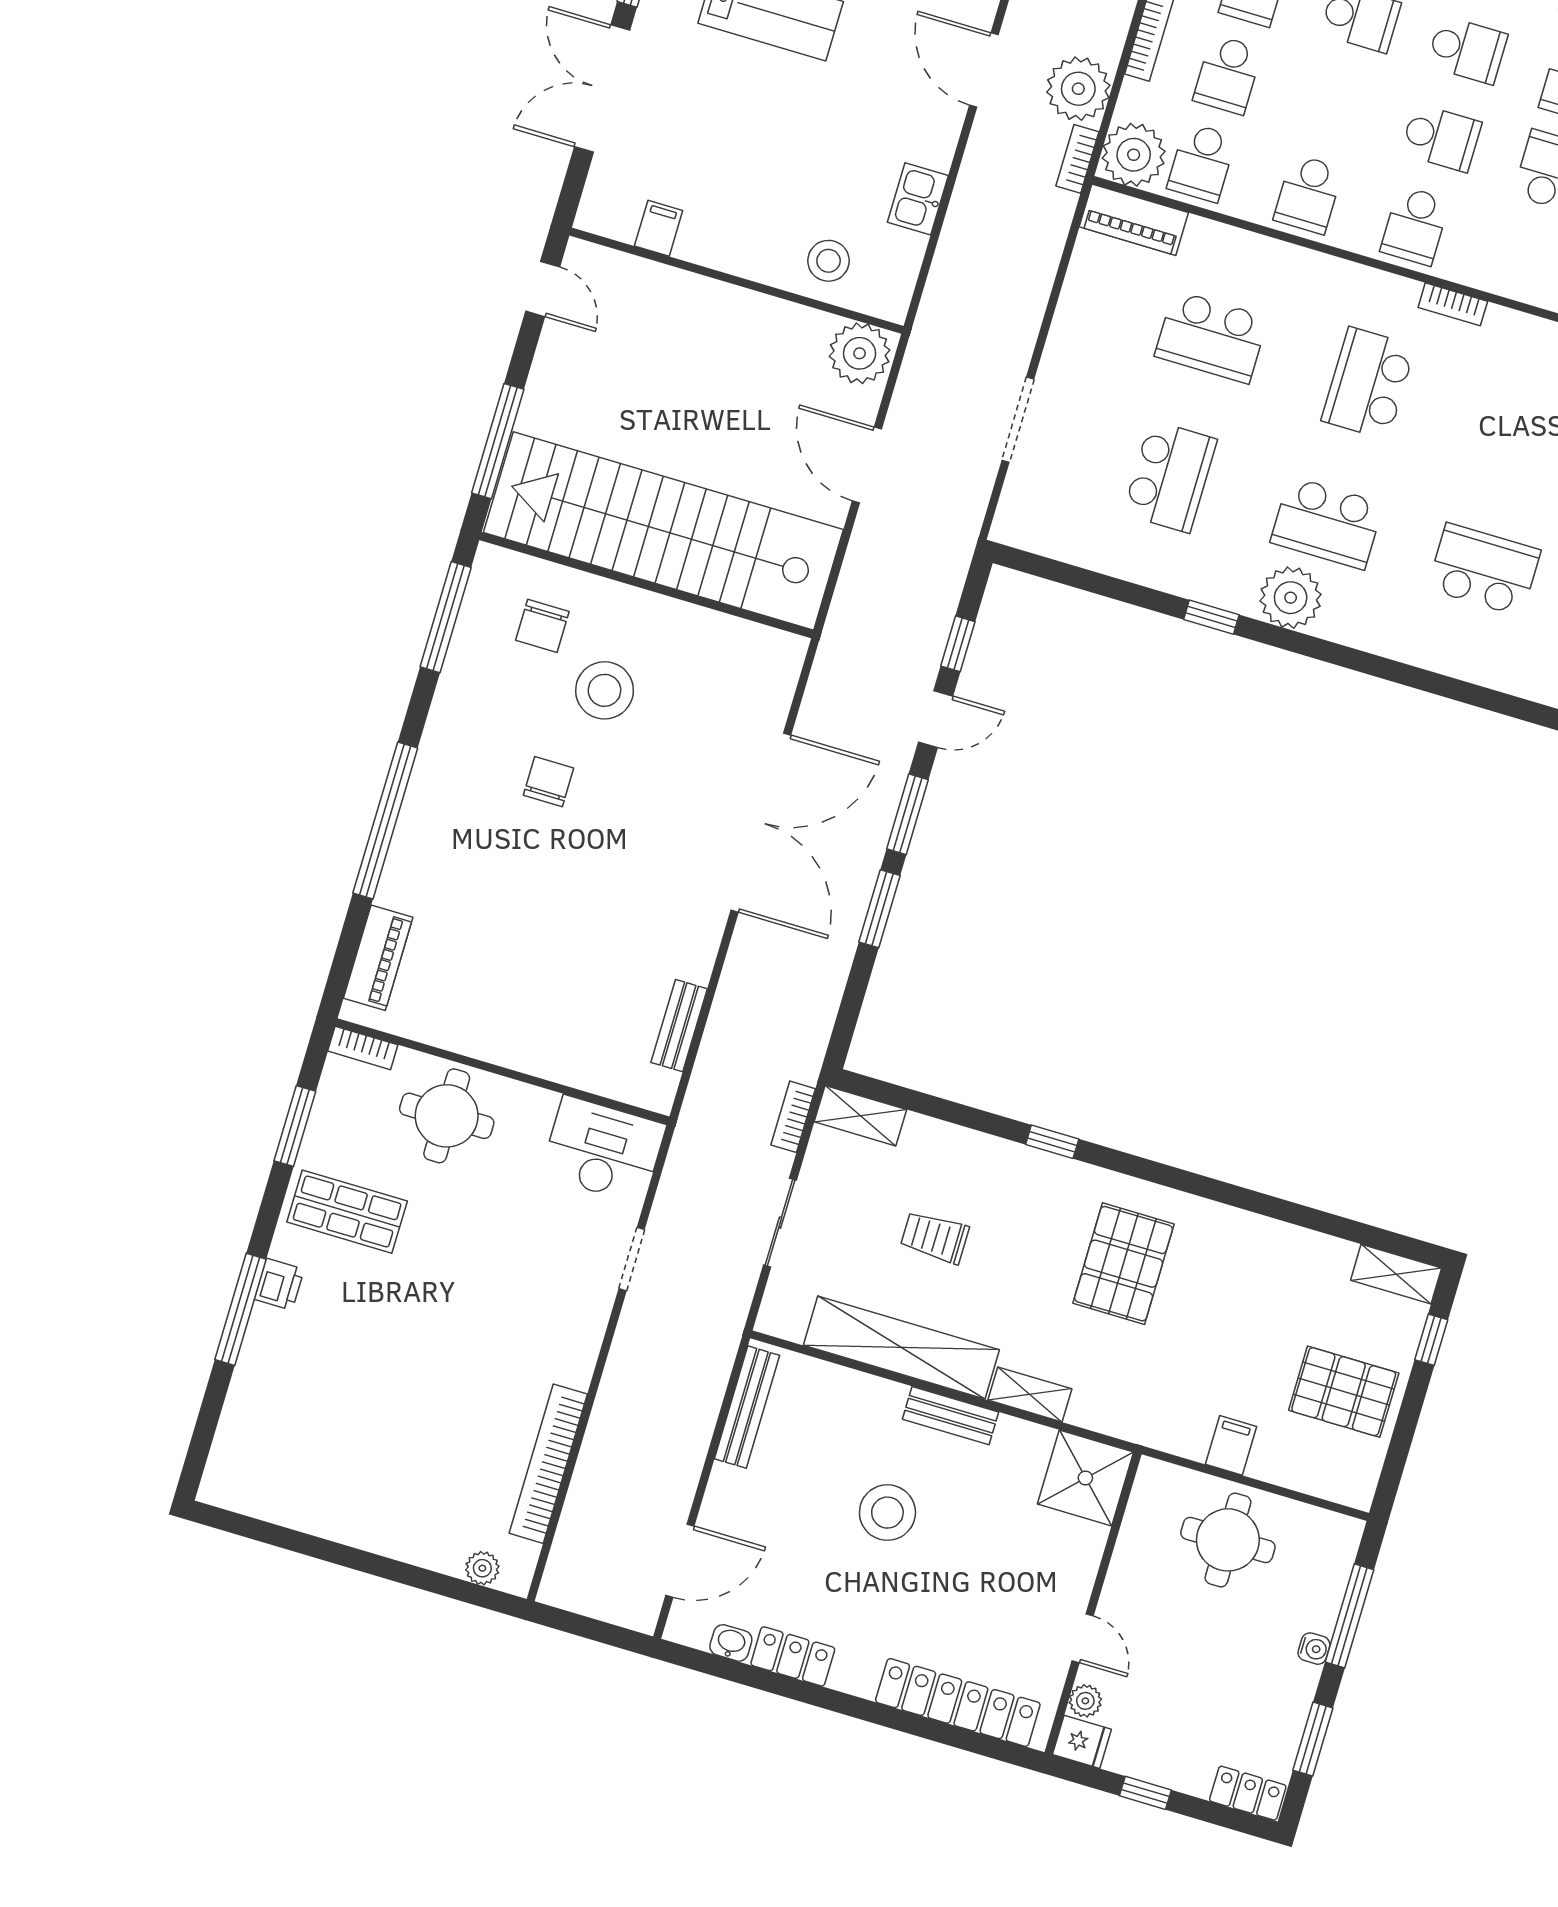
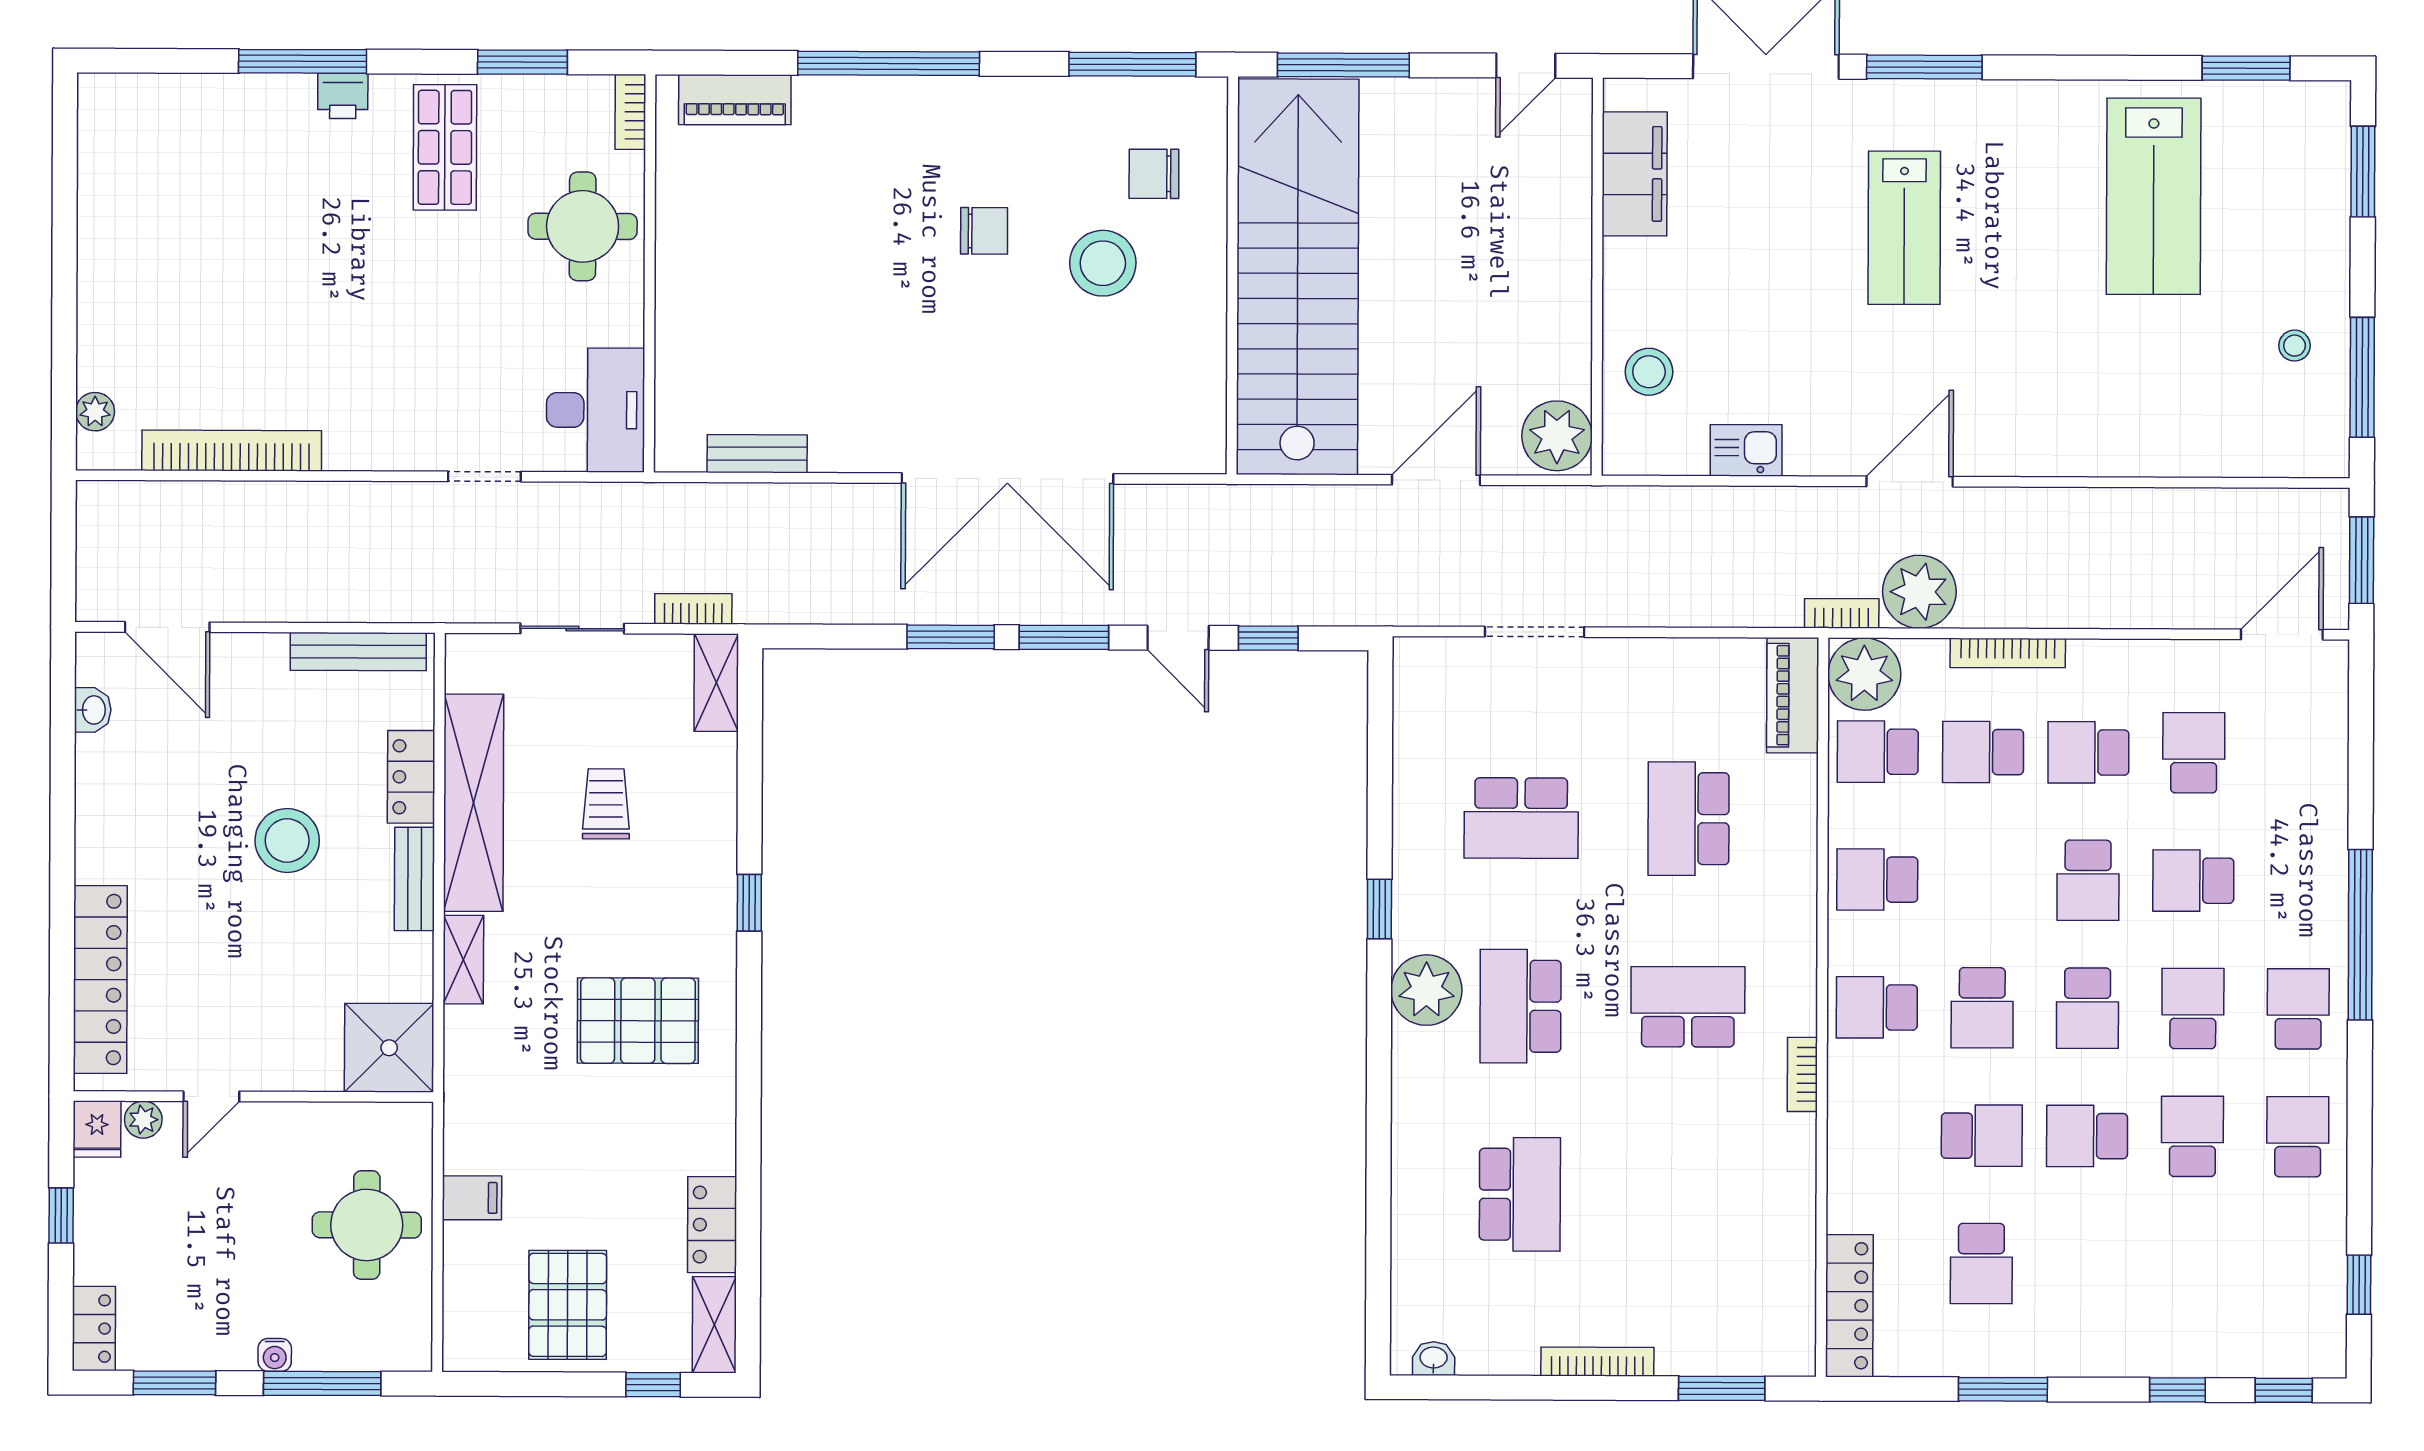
filing cabinet: (659, 228) -> (1635, 174), width x3.00, depth x1.17
locker: (1312, 1252) -> (712, 1225), added
locker: (793, 1656) -> (411, 777), moved, turned 180

